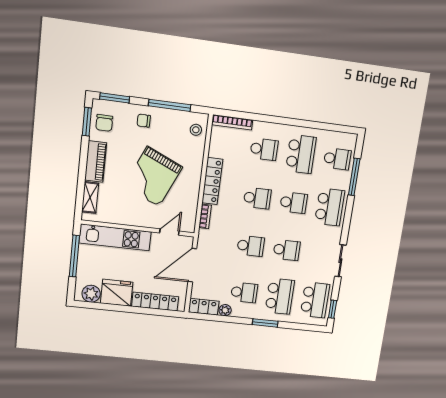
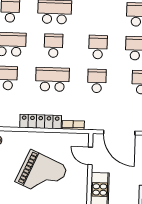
school desk: (257, 198) -> (52, 79), width x1.85

